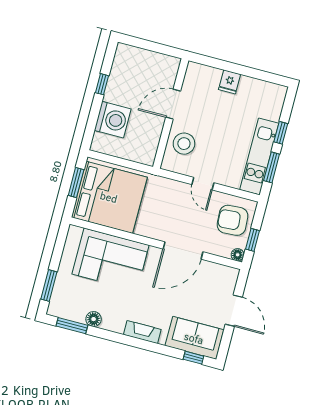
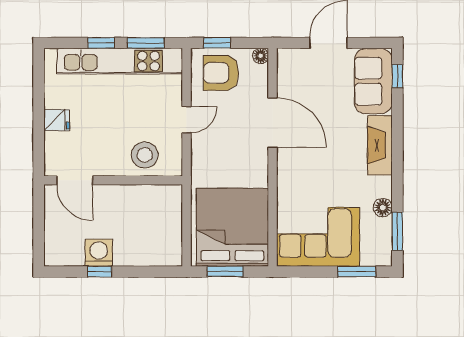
door: (173, 104) -> (75, 180), moved
washing machine: (113, 120) -> (99, 253), moved, width x0.73, depth x0.73
kitchen unit: (259, 156) -> (120, 61), width x1.36
armchair: (233, 220) -> (221, 73), turned 94
window: (252, 240) -> (217, 43), moved
corner sofa: (110, 259) -> (318, 237), moved, turned -90
fireplace: (142, 332) -> (380, 145), width x1.37, depth x1.32

